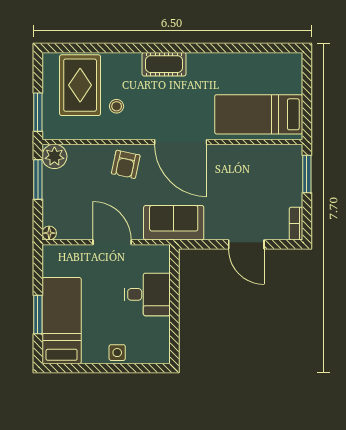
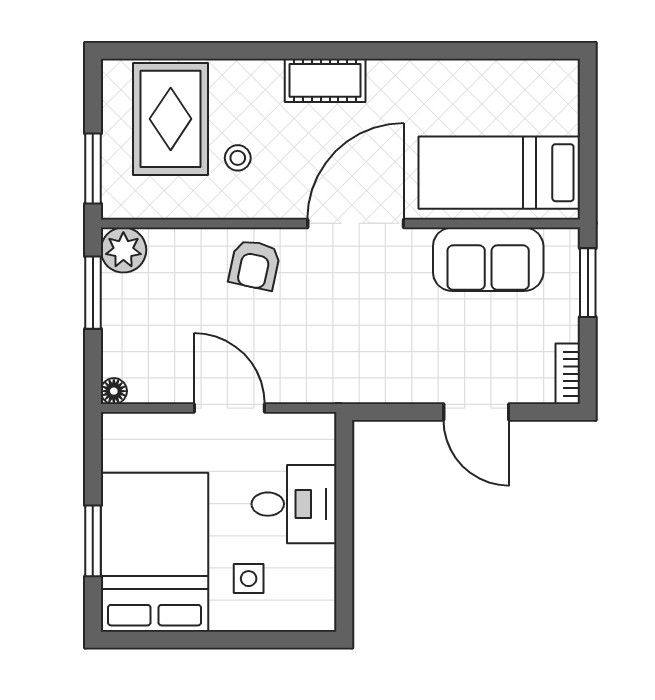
door: (181, 142) -> (356, 223), swing flipped
sofa: (174, 223) -> (488, 259), moved, turned 180
bed: (62, 321) -> (155, 552), width x1.50
side table: (117, 353) -> (249, 579), moved

